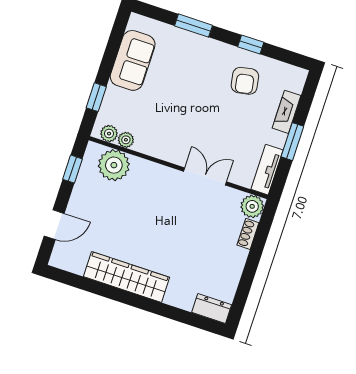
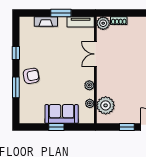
sofa: (133, 60) -> (62, 114), moved
armchair: (245, 81) -> (31, 76), moved
window: (96, 97) -> (56, 127), moved
plant: (109, 134) -> (89, 85), moved
window: (72, 169) -> (127, 127), moved

